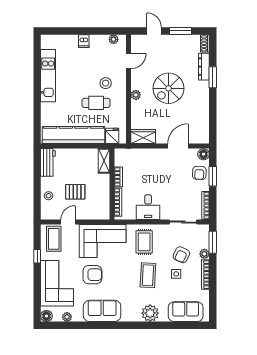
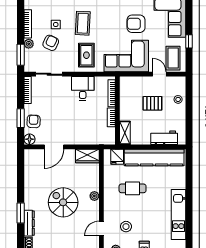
stool: (106, 83) -> (126, 227), moved
spiral stairs: (168, 88) -> (63, 202), turned -90
workbench: (48, 162) -> (164, 138), moved, turned 90
door: (68, 222) -> (159, 74), swing flipped

